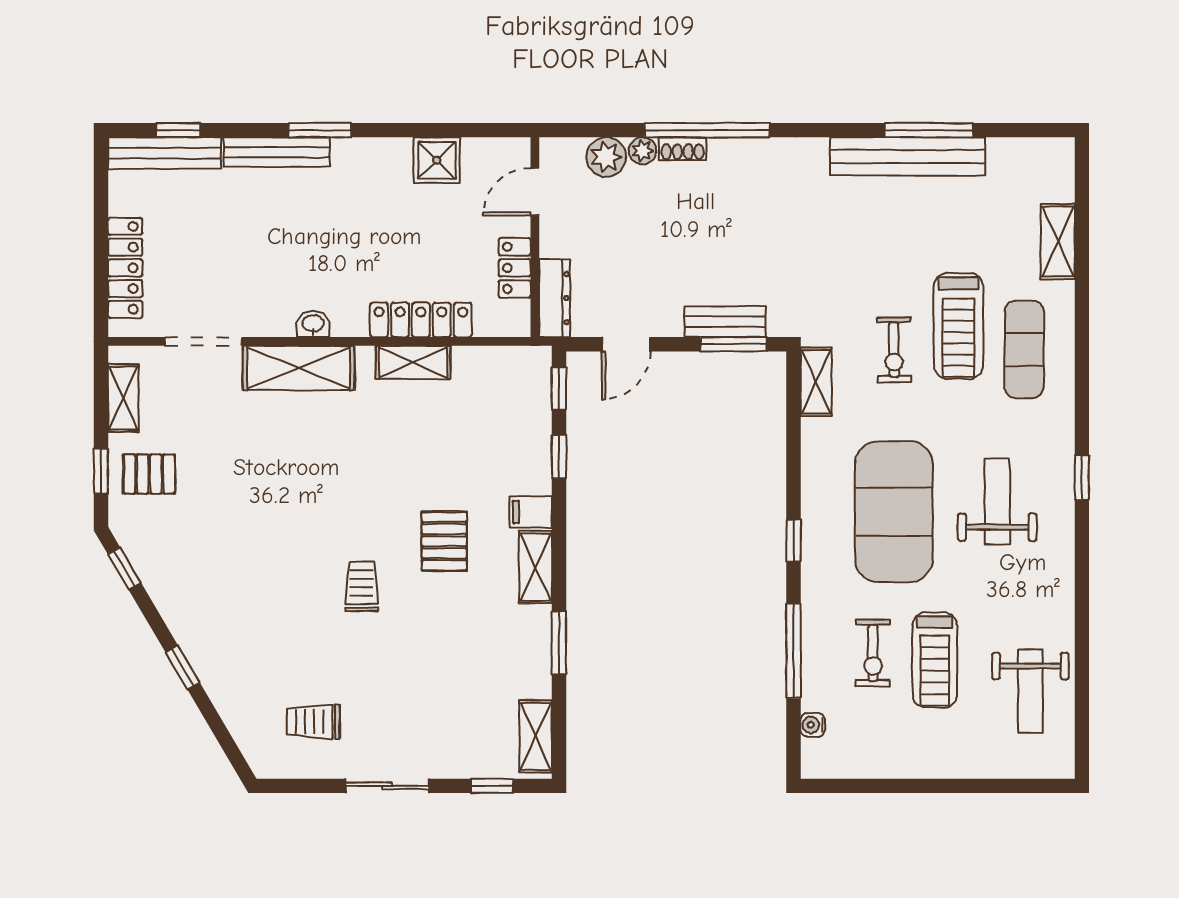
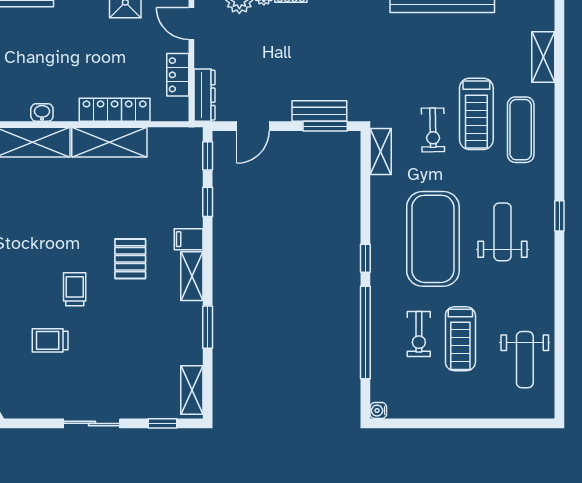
door: (535, 192) -> (191, 24), hinge flipped
shelving: (413, 362) -> (109, 142), width x1.50, depth x1.33
window: (794, 651) -> (365, 333), width x1.46
trolley: (313, 722) -> (50, 340), moved
water cooler: (813, 725) -> (378, 411), moved

